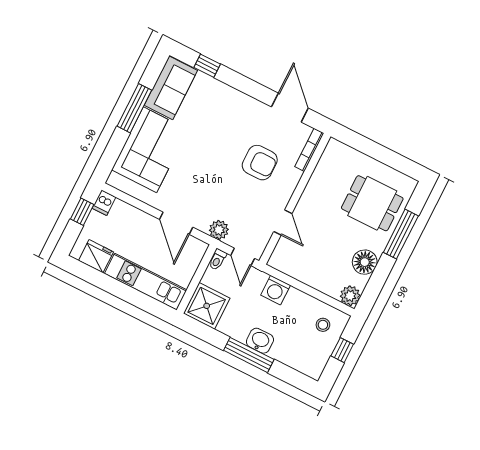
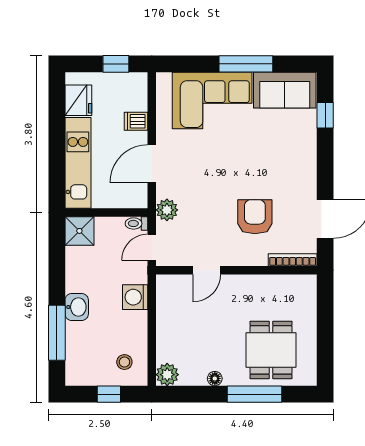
armchair: (260, 163) -> (255, 217), turned 180
dishwasher: (104, 203) -> (136, 121), moved
floor lamp: (365, 262) -> (215, 379), width x0.53, depth x0.53
shower: (207, 306) -> (79, 231), width x0.73, depth x0.73
window: (249, 355) -> (57, 333), moved

